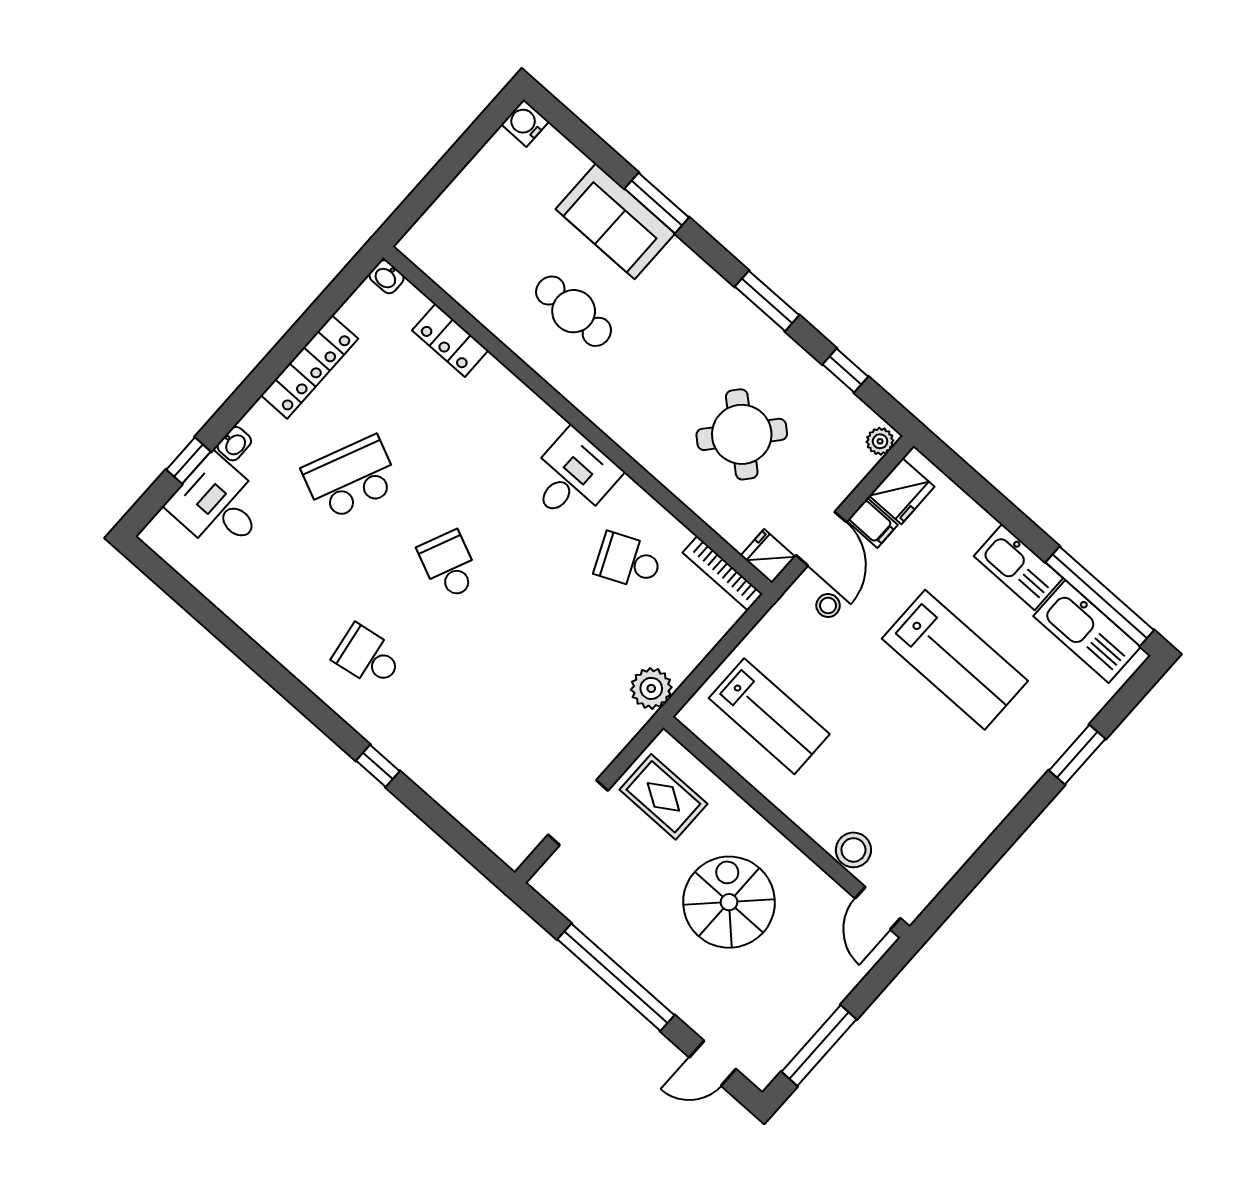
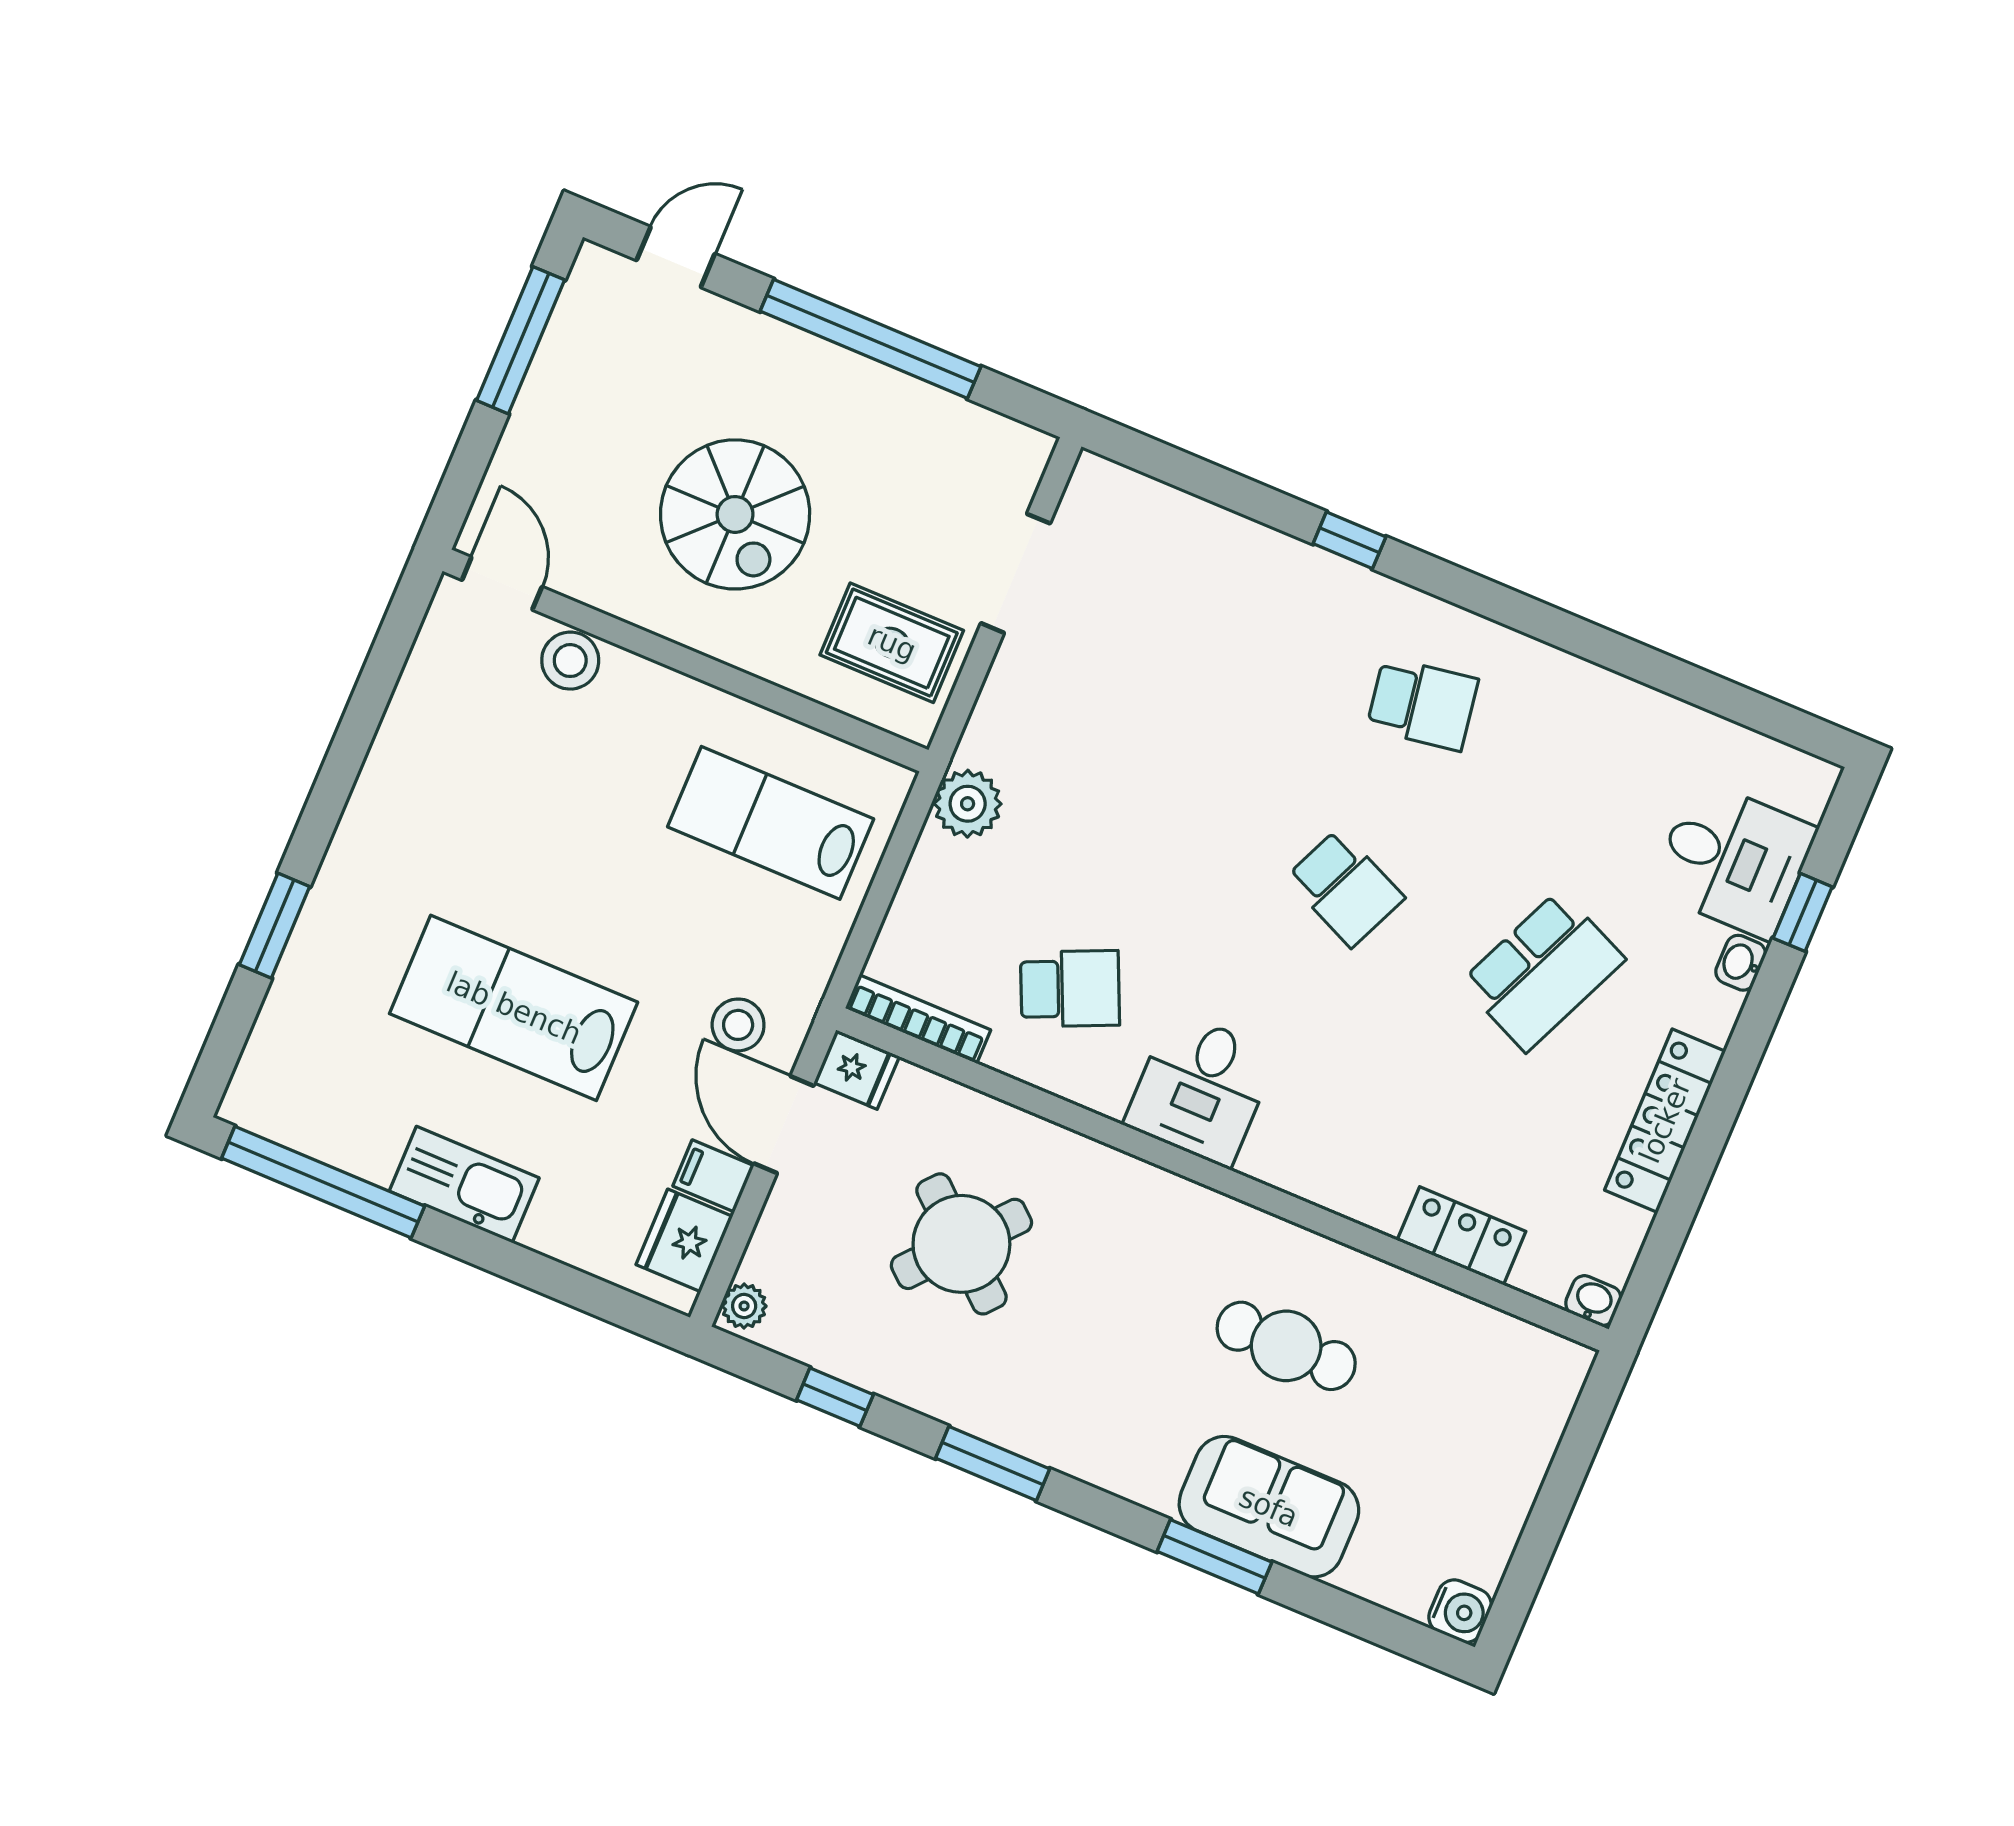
stool: (828, 605) -> (738, 1025), width x1.37, depth x1.37
kitchen sink: (1087, 632) -> (324, 1121), removed

